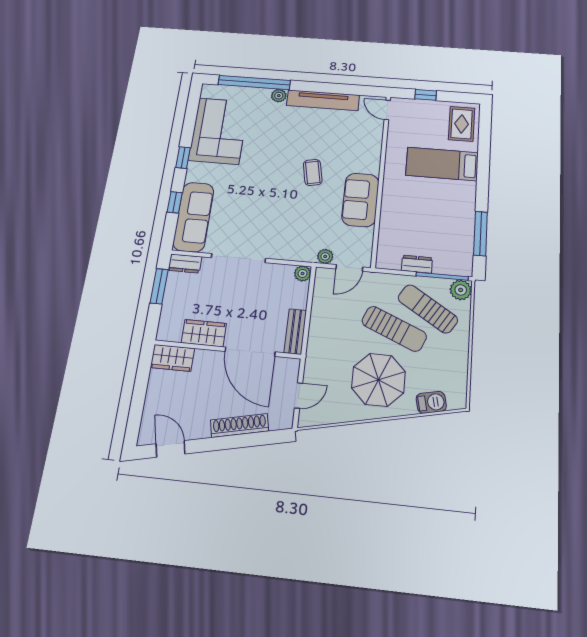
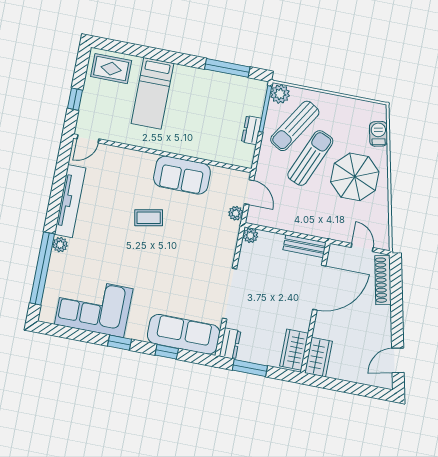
wardrobe: (204, 333) -> (294, 350), moved
shoe rack: (240, 426) -> (383, 280), moved

